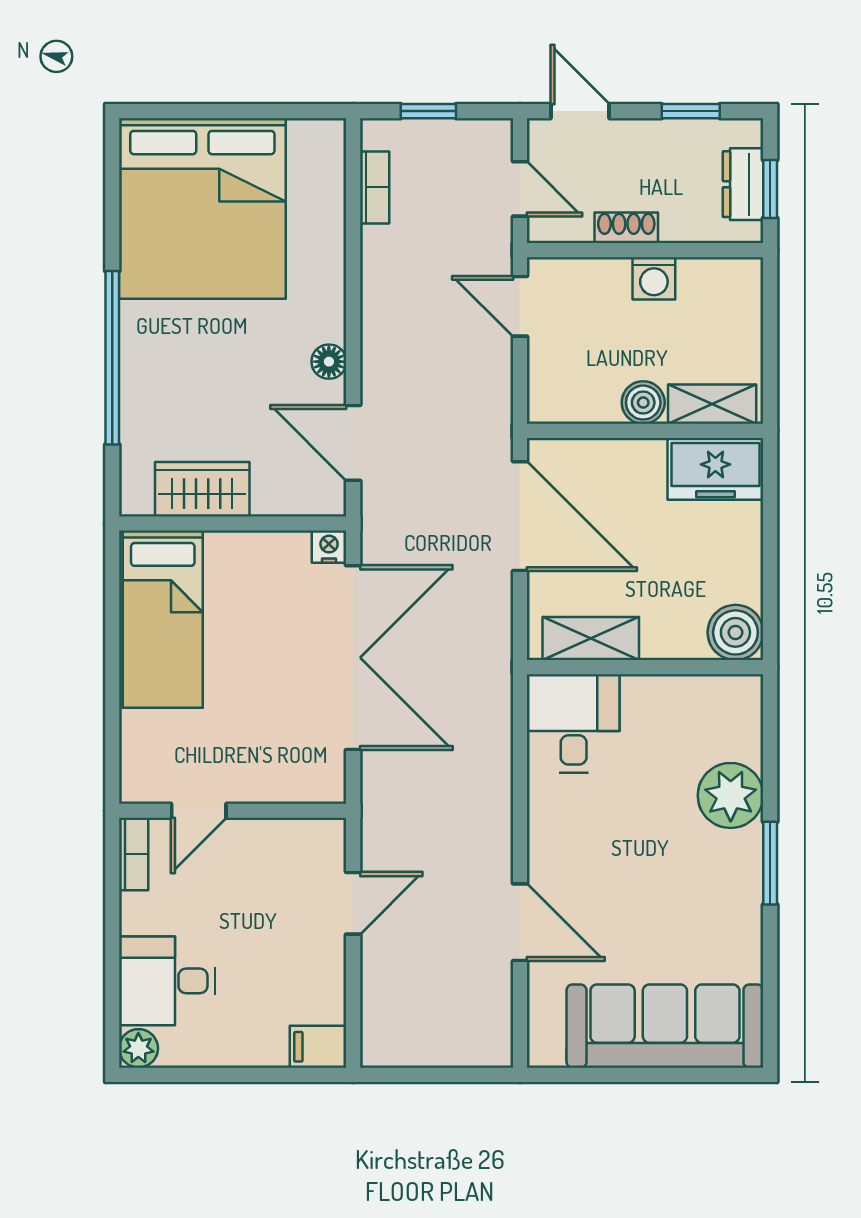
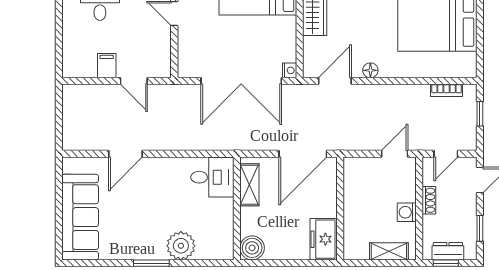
boiler: (643, 403) -> (353, 208), removed
shelving: (712, 404) -> (389, 251), moved, turned 90
filing cabinet: (318, 1047) -> (107, 66), moved

